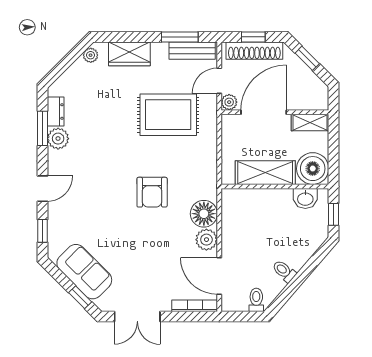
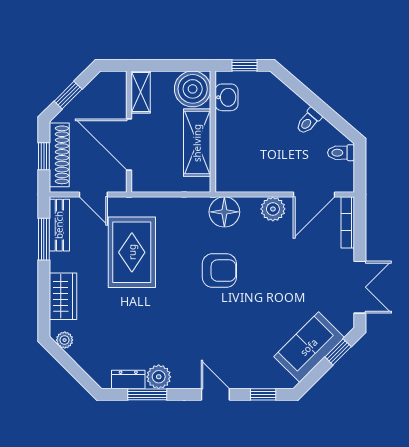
plant: (229, 102) -> (118, 183), removed
floor lamp: (204, 214) -> (224, 212), moved

